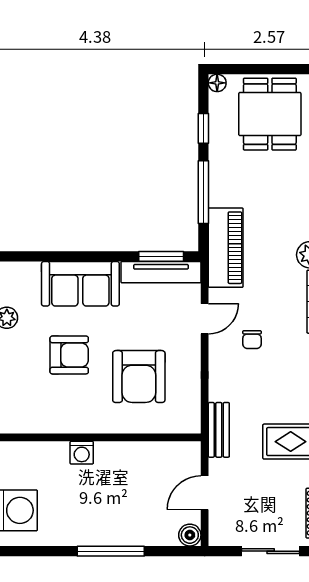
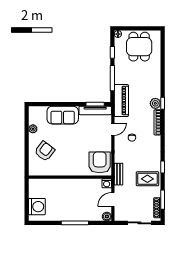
armchair: (69, 355) -> (45, 151), moved, turned -53
armchair: (139, 377) -> (100, 162), moved, turned 180
washing machine: (82, 453) -> (107, 183), moved

